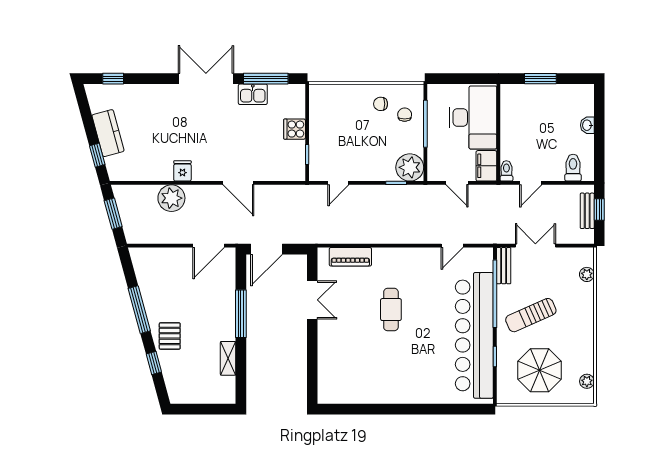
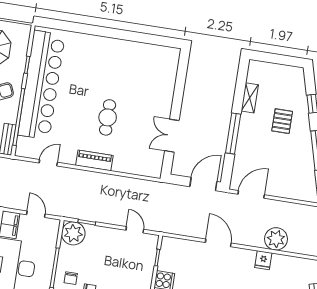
door: (338, 183) -> (135, 230), hinge flipped
piano: (350, 257) -> (94, 160), moved
pallet: (170, 336) -> (282, 121), moved

